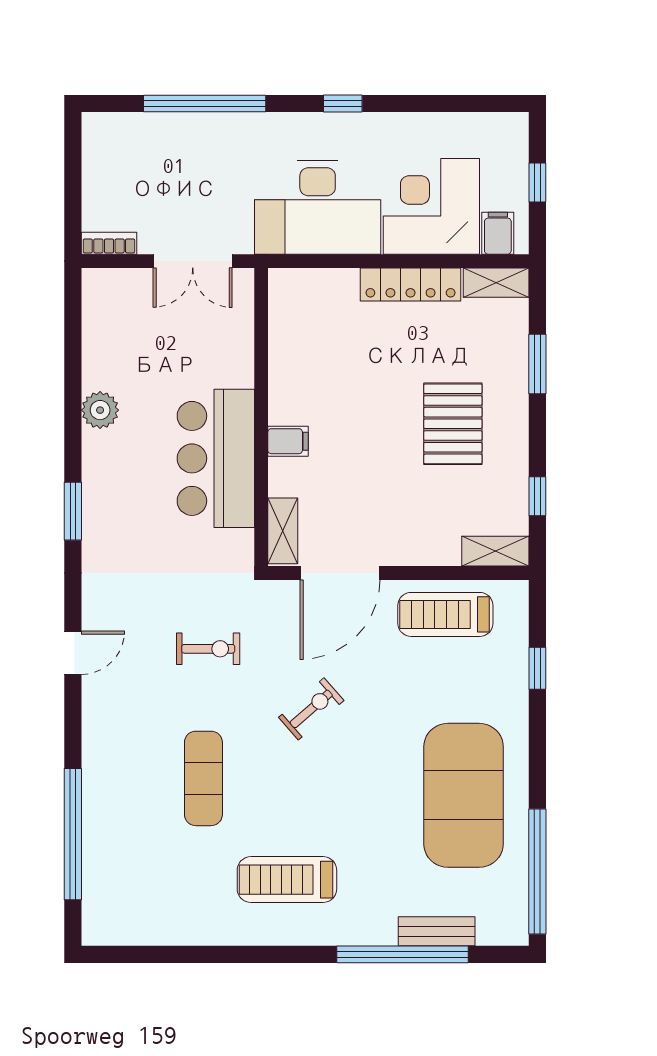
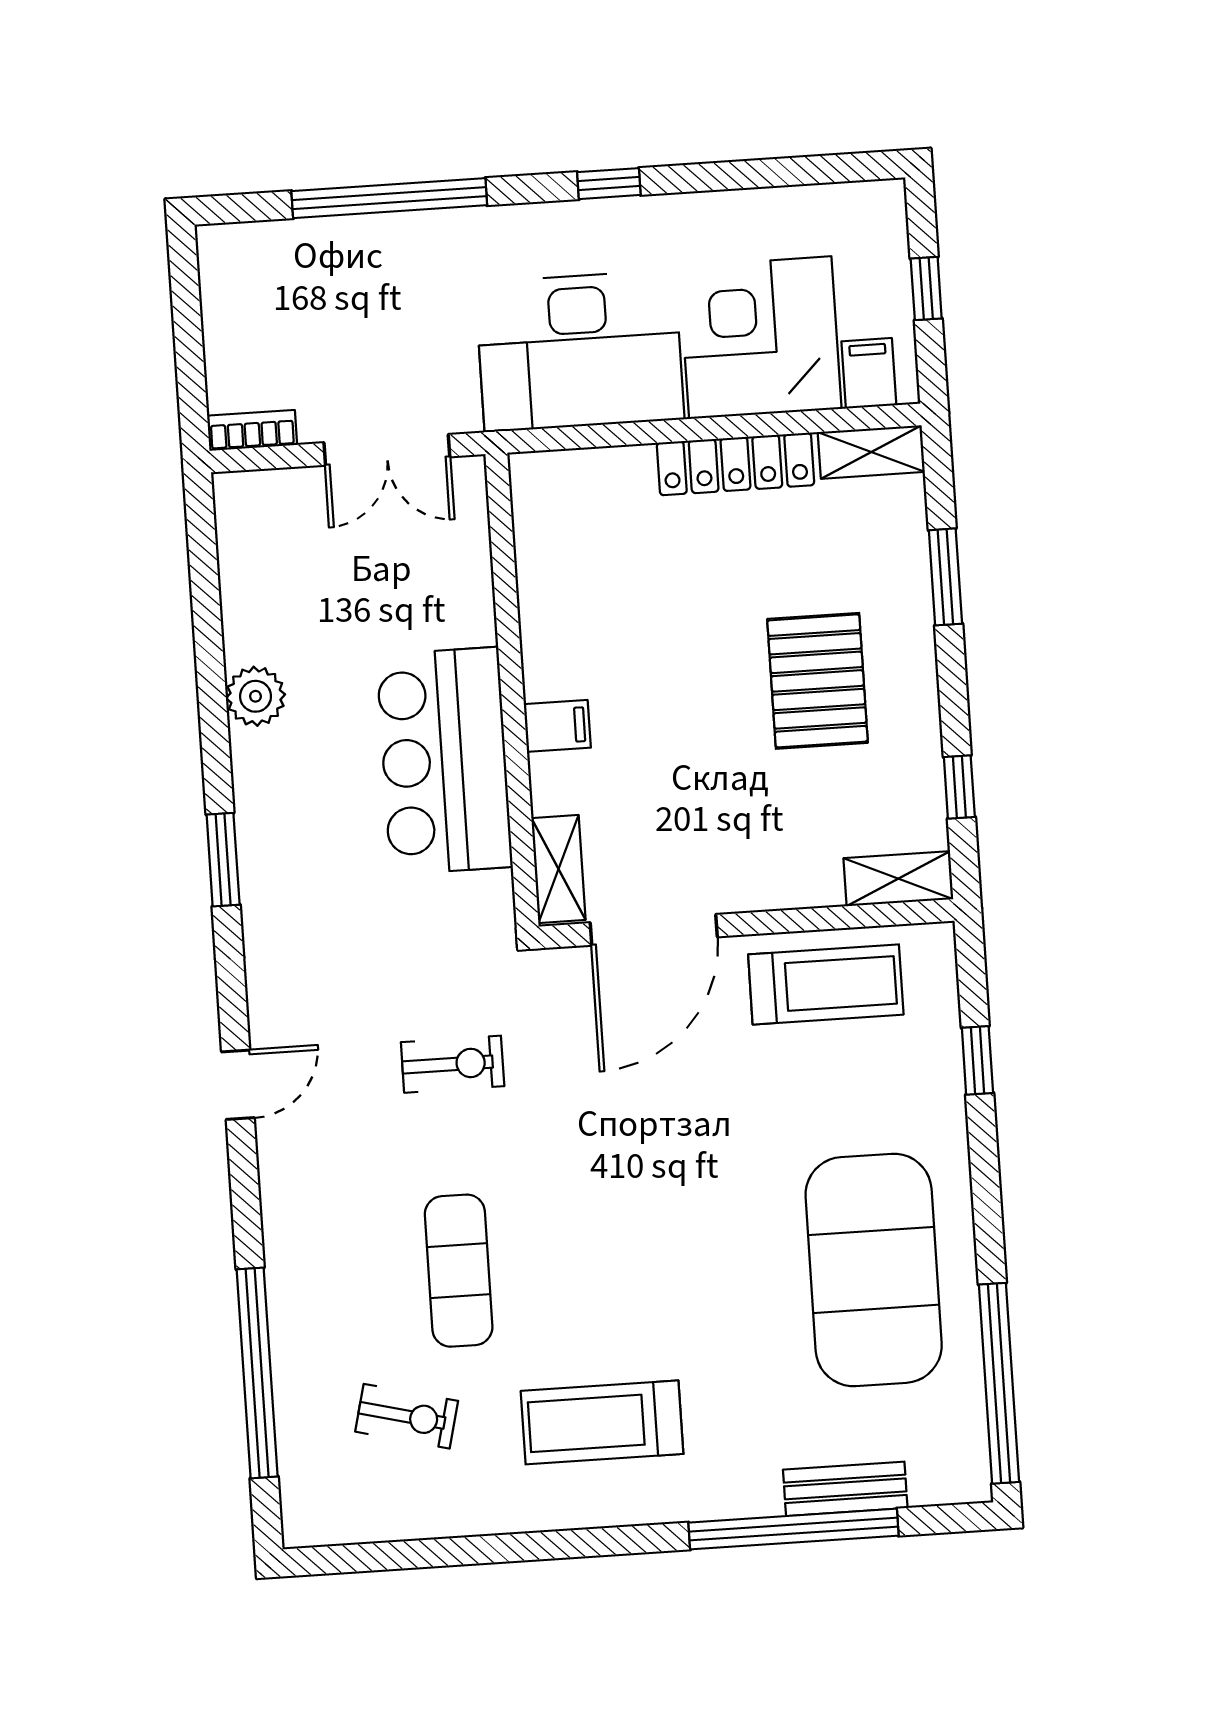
treadmill: (445, 614) -> (826, 984), turned 180
exercise bike: (311, 709) -> (407, 1416), moved, turned 55

